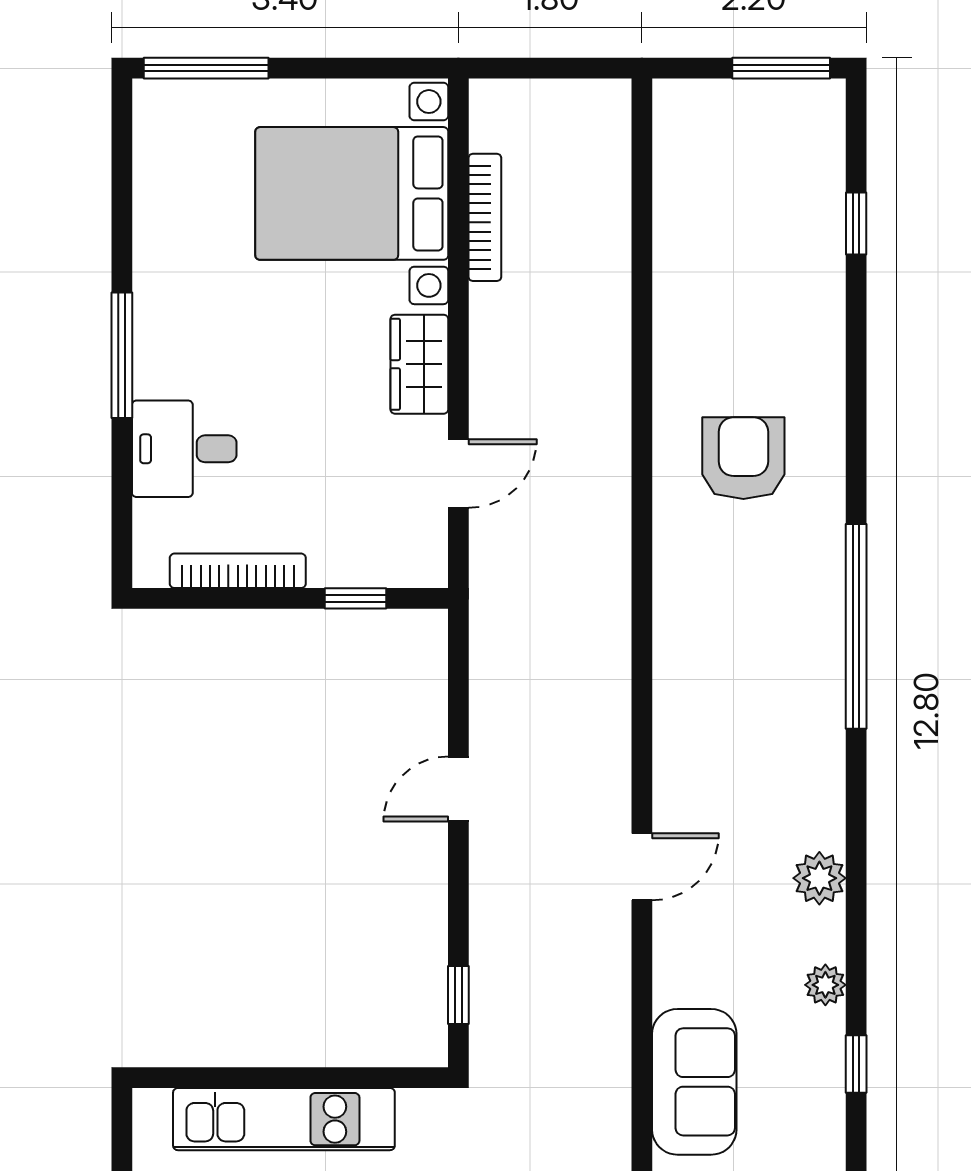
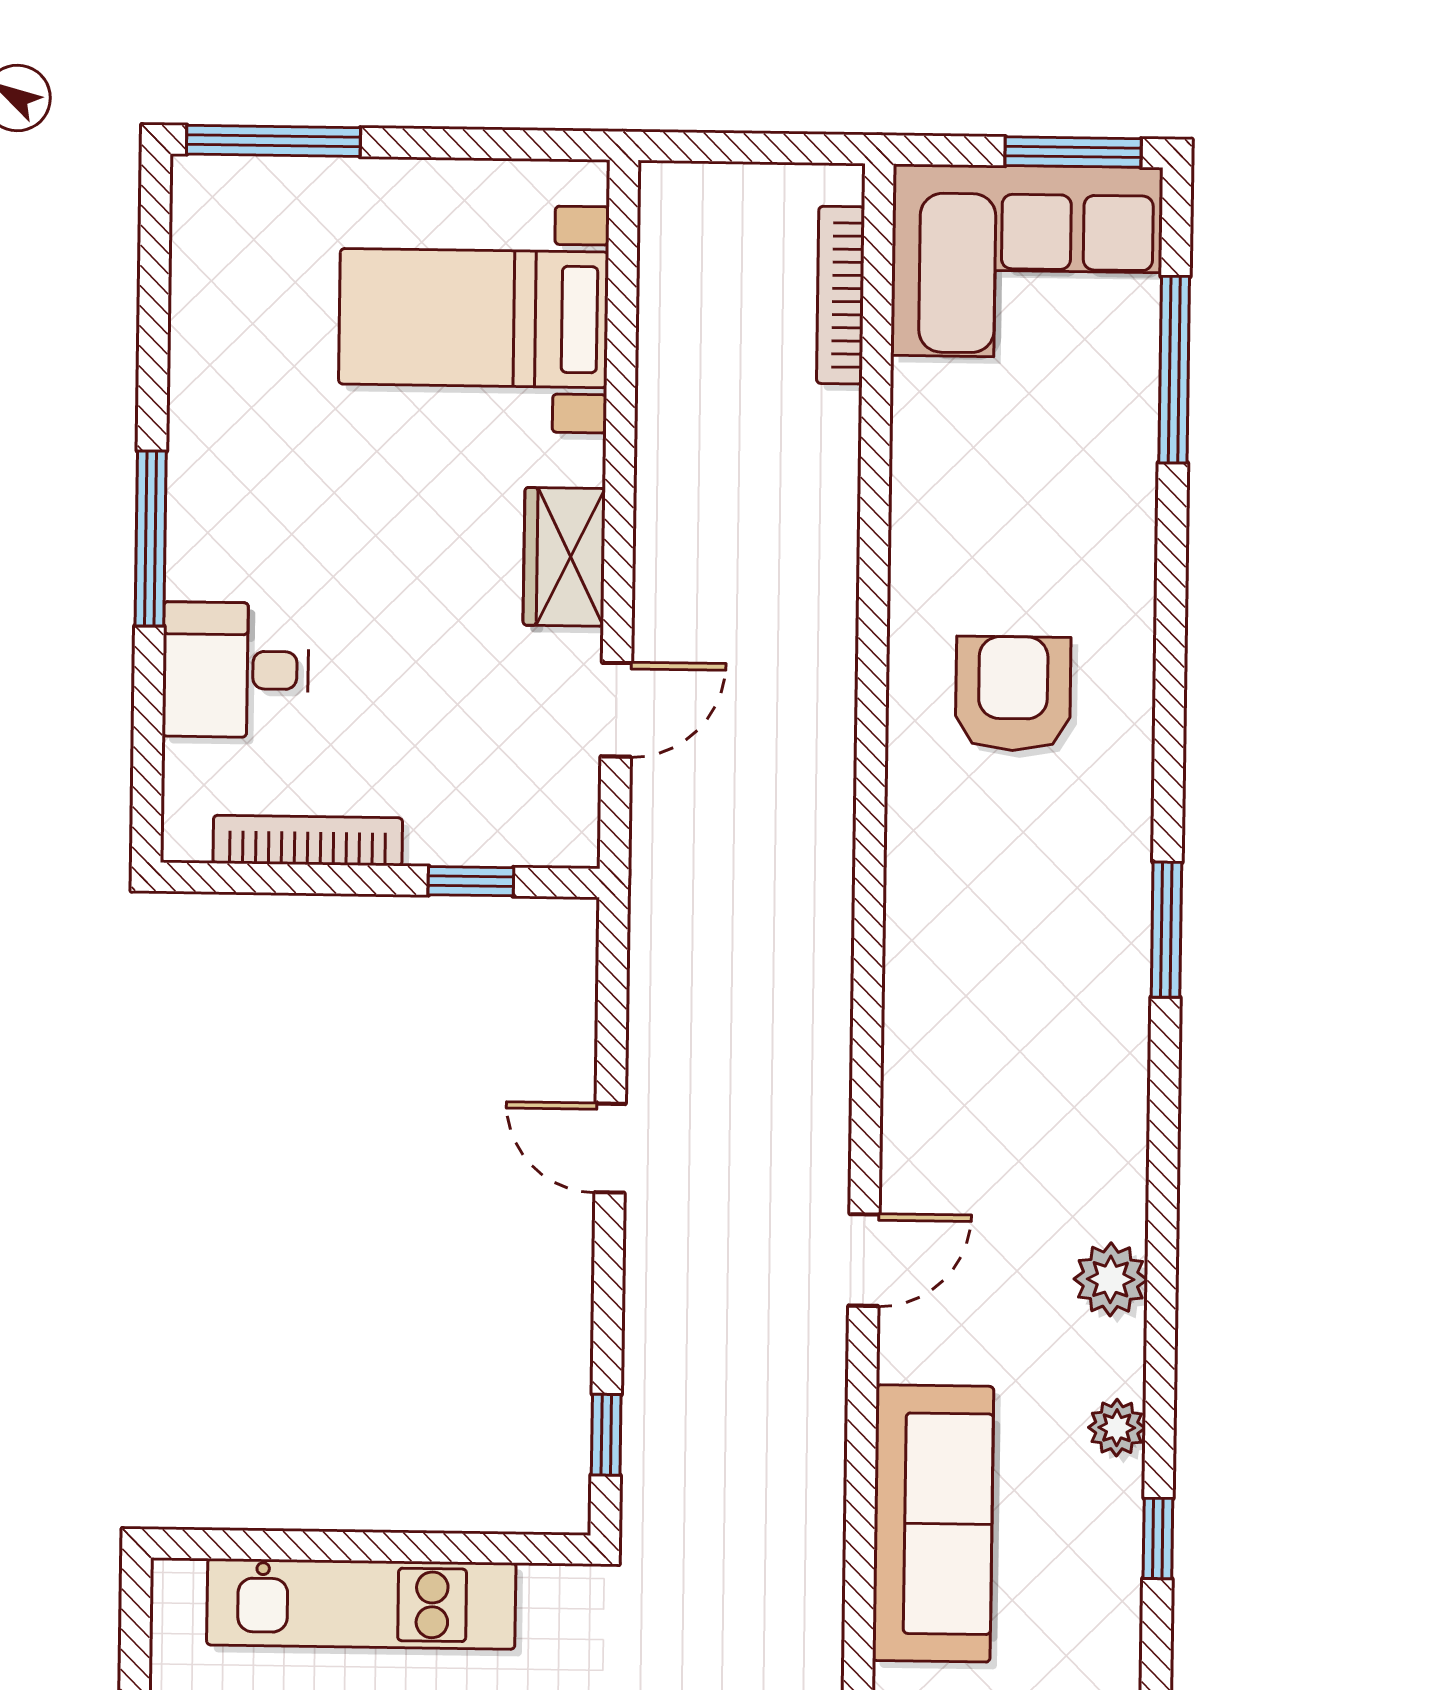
corner sofa: (749, 147) -> (1027, 261), added
bed with nightstands: (352, 193) -> (474, 318), width x0.73
bookcase: (485, 217) -> (840, 295), moved, turned 180
window: (856, 224) -> (1174, 370), width x2.17
window: (856, 626) -> (1166, 930), width x0.47
door: (458, 789) -> (610, 1148), hinge flipped
sofa: (694, 1082) -> (933, 1523), width x1.36

